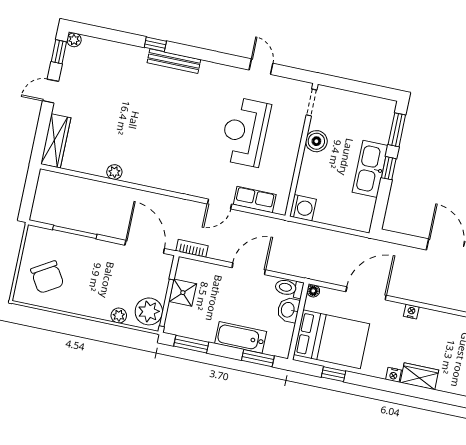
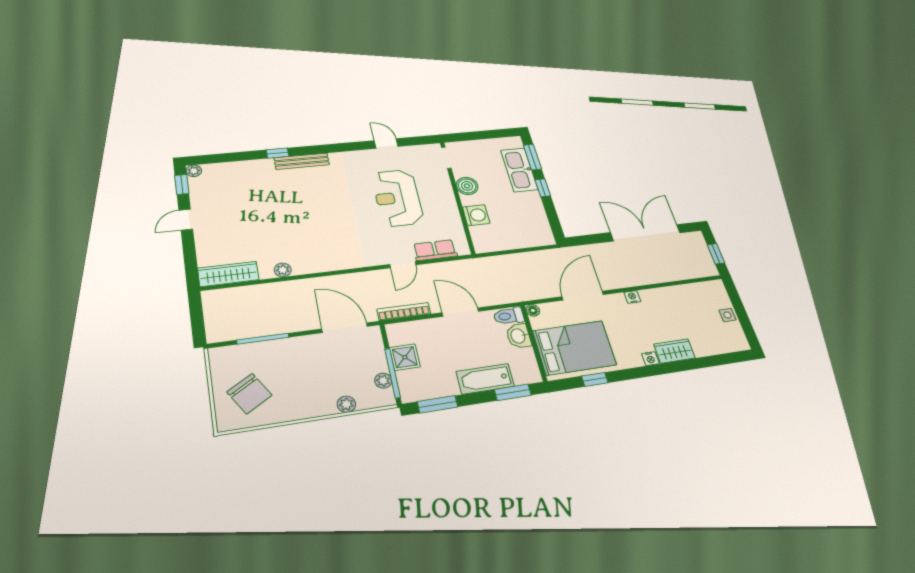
wardrobe: (56, 141) -> (228, 274), moved, turned -90
kitchen sink: (370, 169) -> (519, 170), moved
washing machine: (303, 208) -> (476, 215), moved
bookcase: (192, 248) -> (404, 312), width x1.56
door: (249, 269) -> (460, 312), hinge flipped
plant: (149, 311) -> (383, 381), width x0.53, depth x0.53

